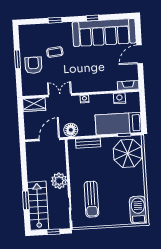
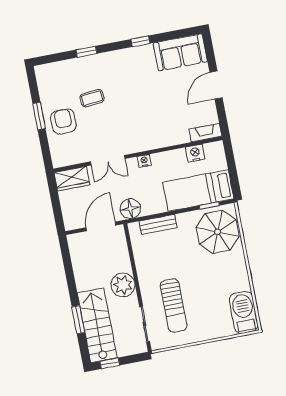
sofa: (104, 32) -> (180, 52), width x0.54, depth x0.79
double door: (60, 95) -> (108, 160), swing flipped
window: (53, 232) -> (110, 363), moved

